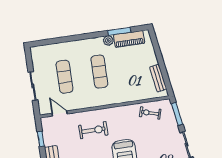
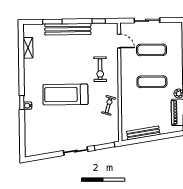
bench: (158, 78) -> (143, 133), width x1.36
exercise bike: (150, 113) -> (109, 105), moved
door: (60, 114) -> (119, 41), hinge flipped

